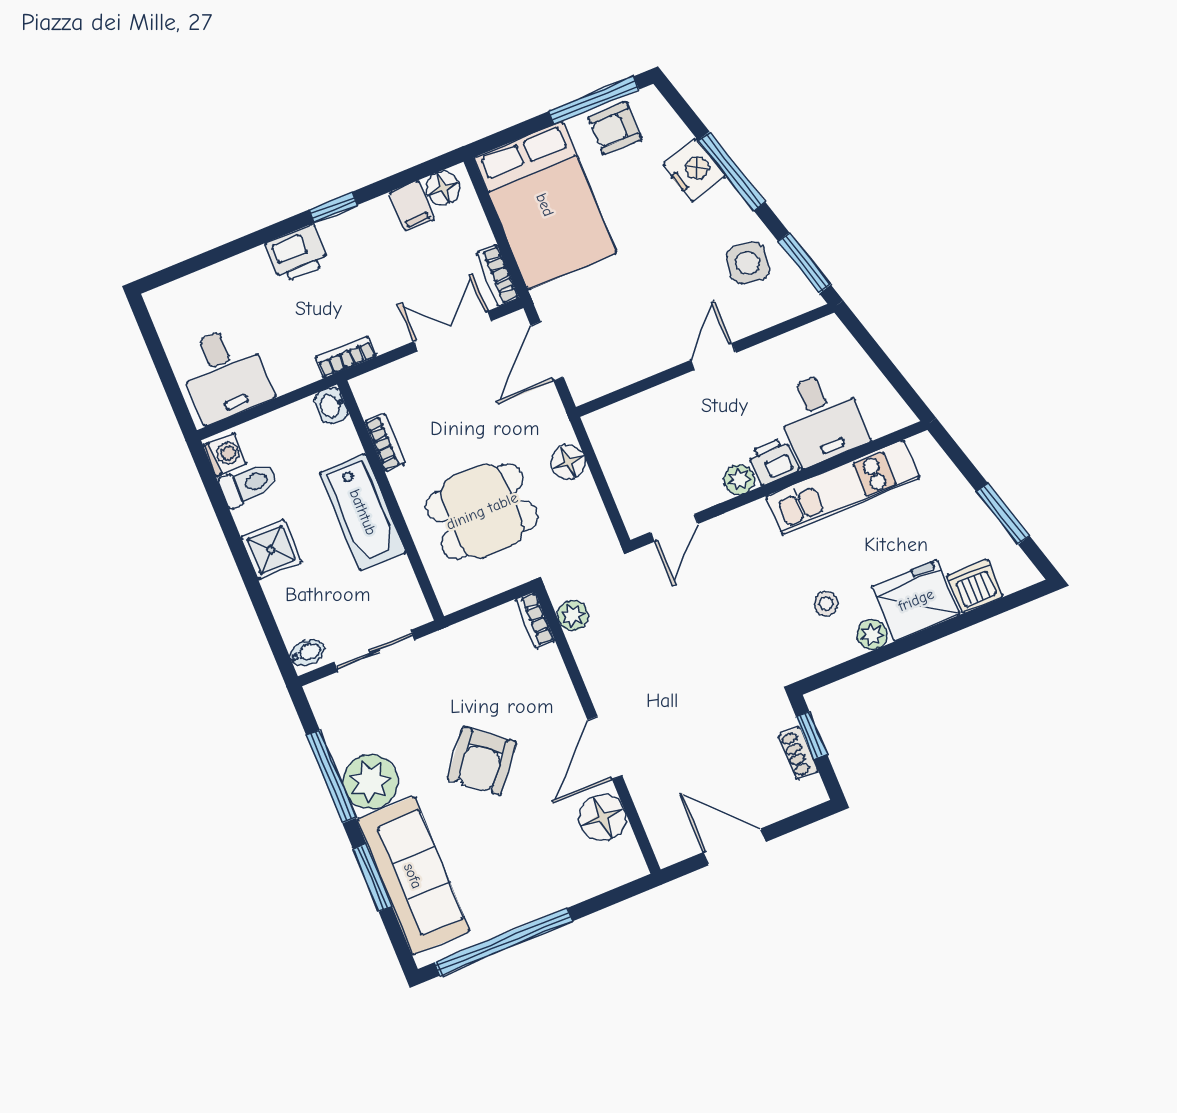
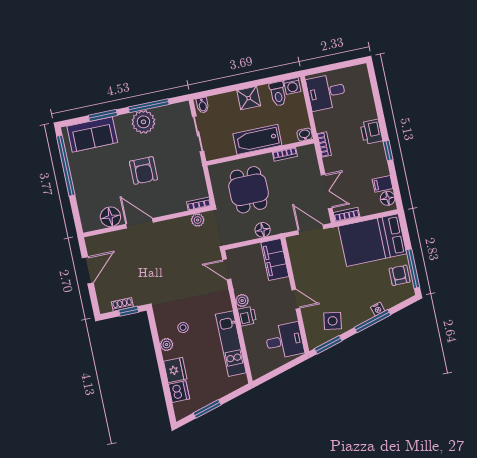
nightstand: (694, 170) -> (378, 309), width x0.53, depth x0.56
desk: (821, 418) -> (284, 341), moved, turned 180
filing cabinet: (631, 422) -> (275, 260), added
fridge: (916, 600) -> (175, 370), width x0.73, depth x0.75
armchair: (482, 761) -> (143, 170), turned -129
sofa: (413, 876) -> (92, 134), width x0.73

